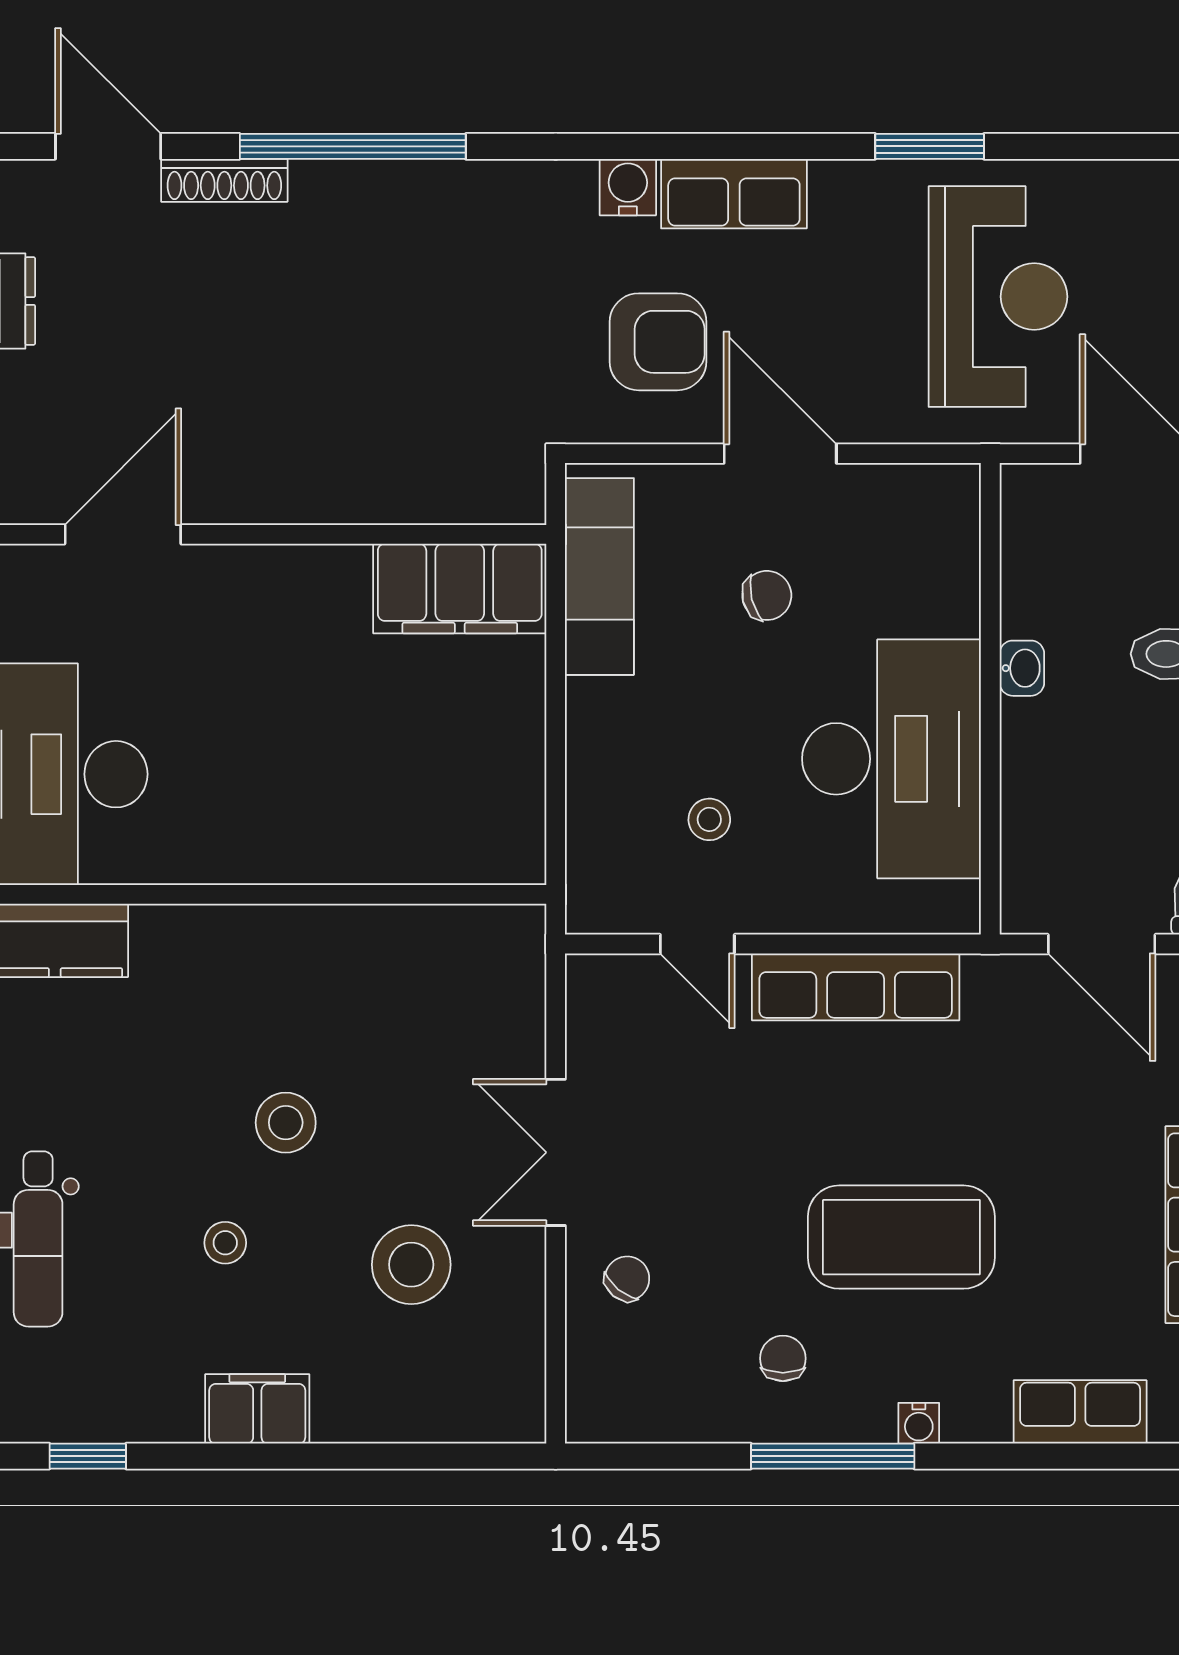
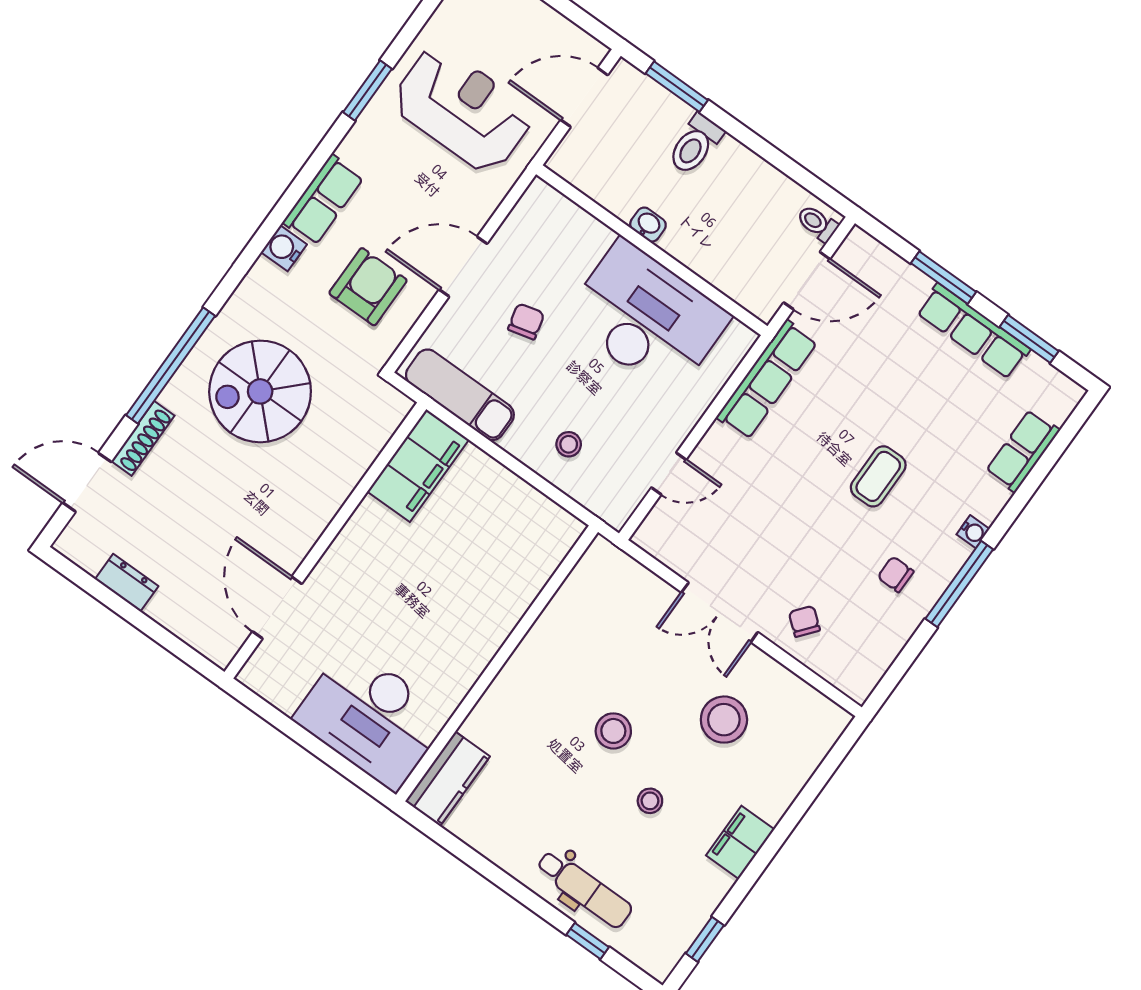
spiral stairs: (406, 296) -> (260, 391), added
stool: (709, 819) -> (569, 444), moved
row of seats: (856, 987) -> (767, 380), moved
coffee table: (901, 1237) -> (878, 476), width x0.54, depth x0.58

